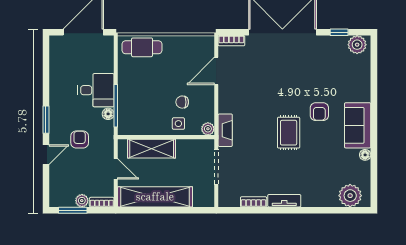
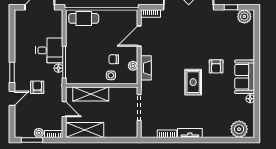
plant: (208, 129) -> (133, 66), moved
fireplace: (225, 130) -> (146, 68), moved
shelving: (155, 197) -> (85, 130), width x0.68

